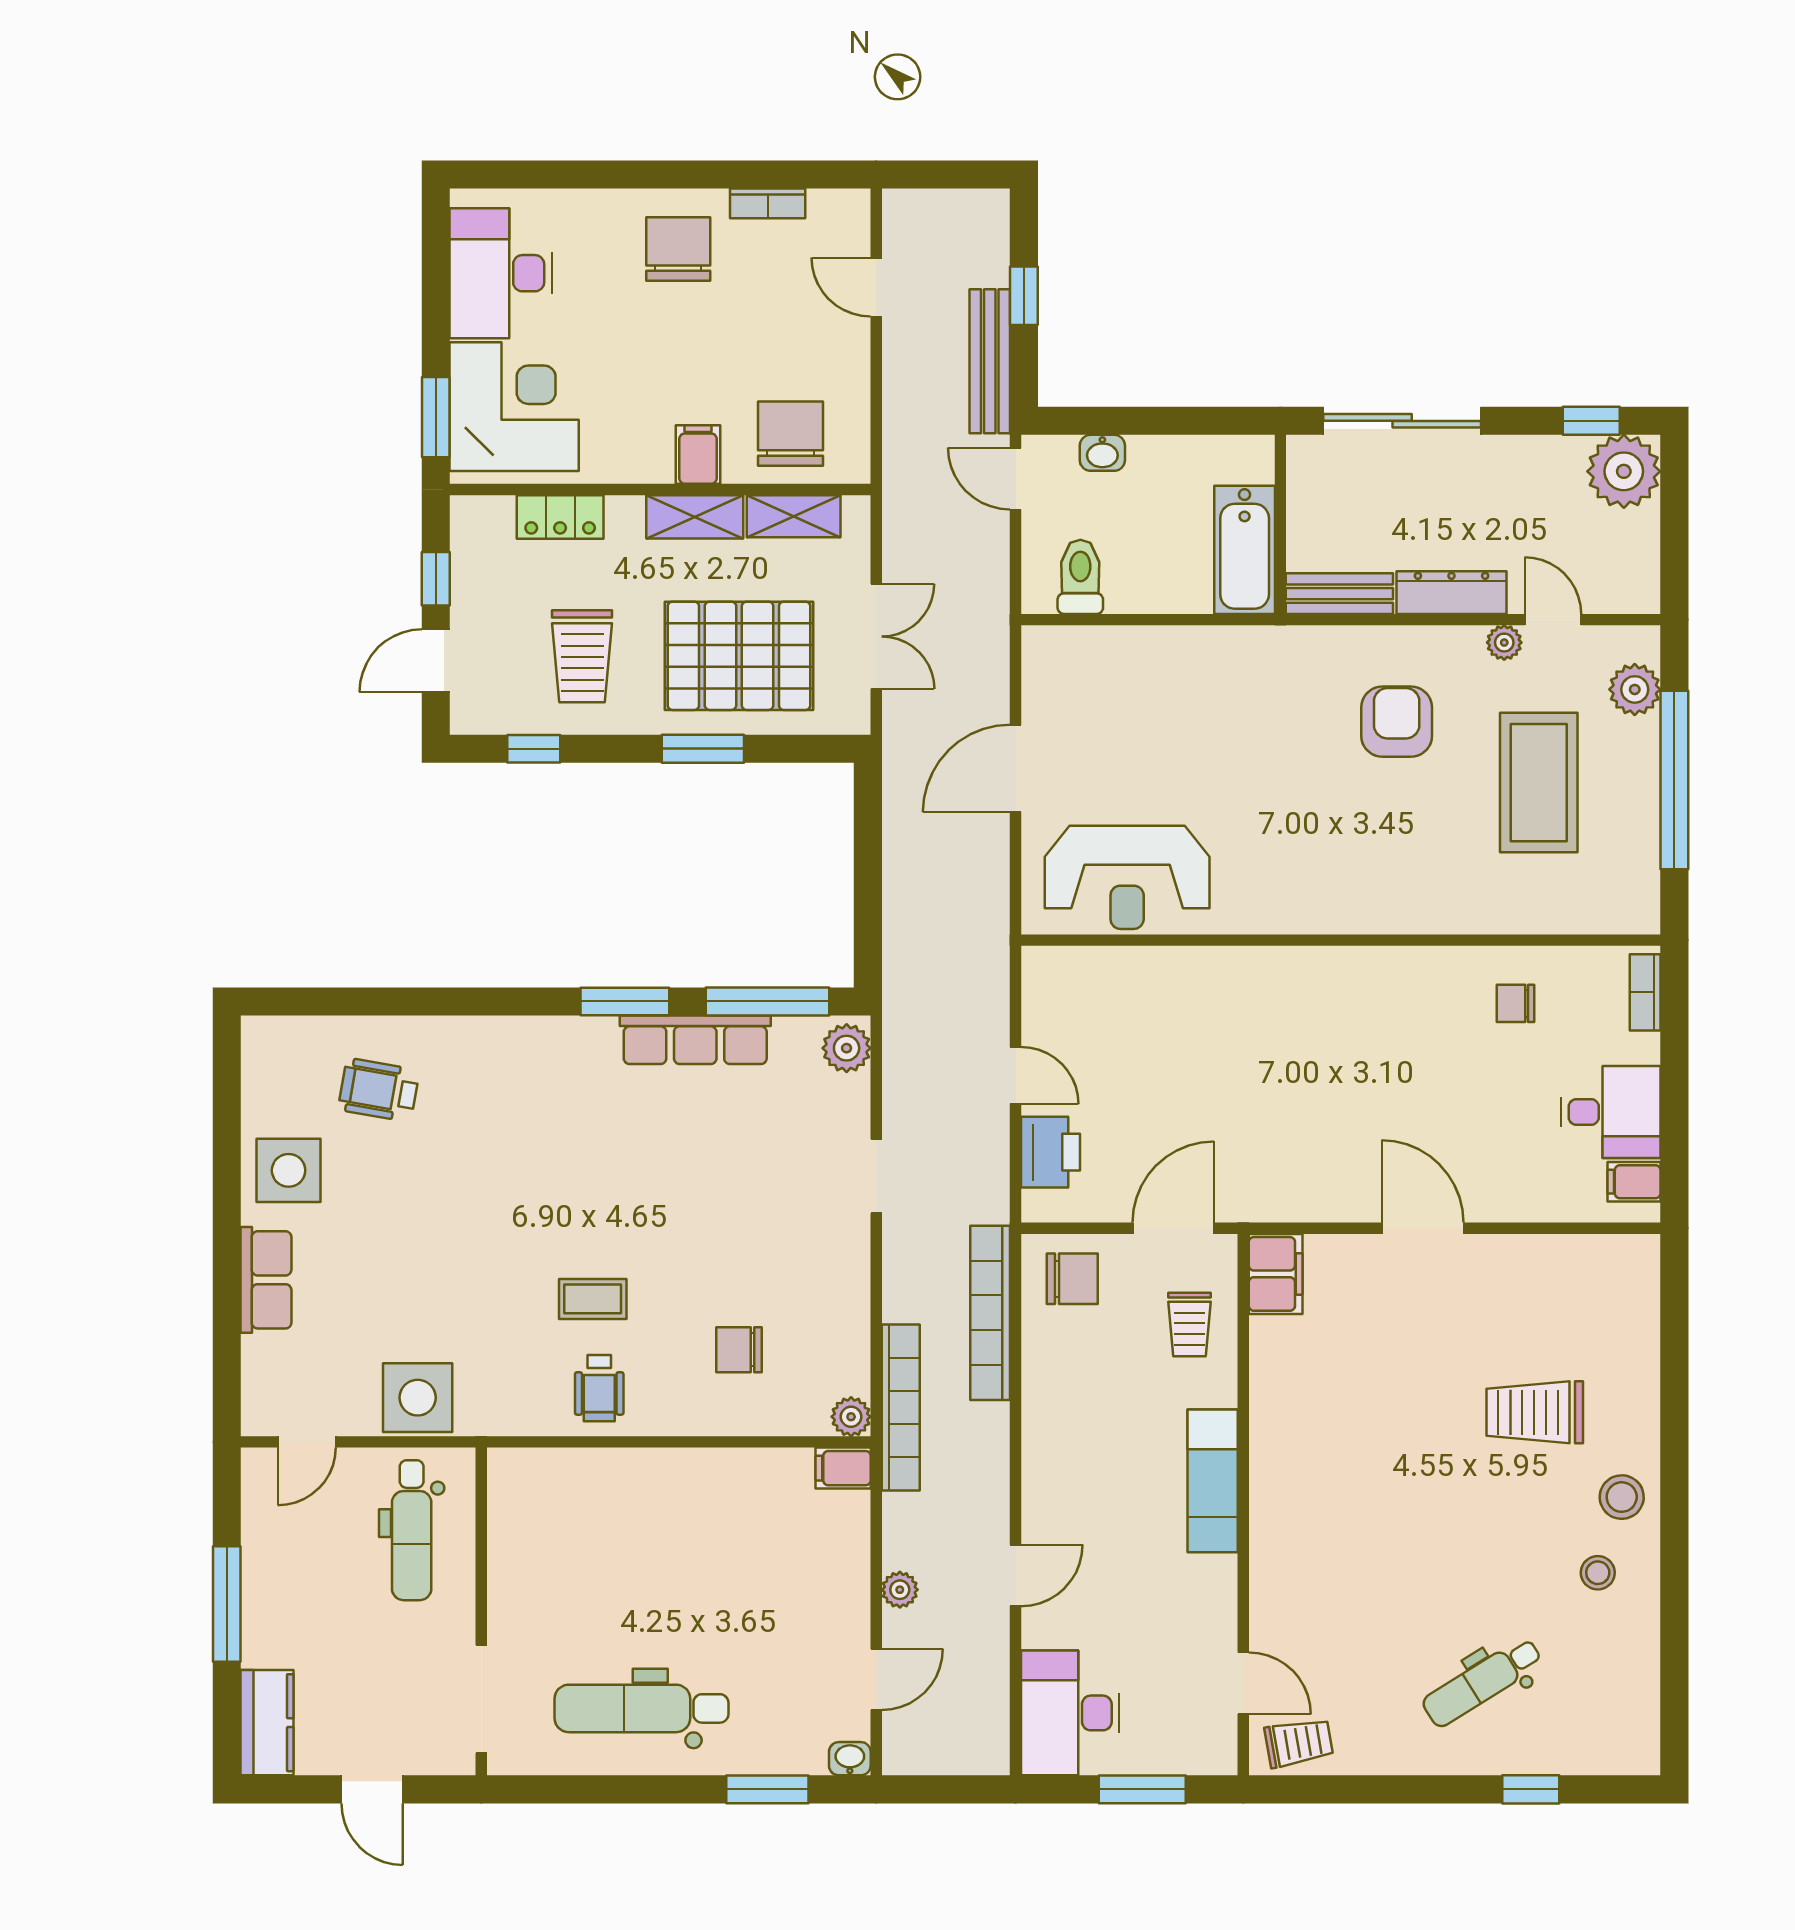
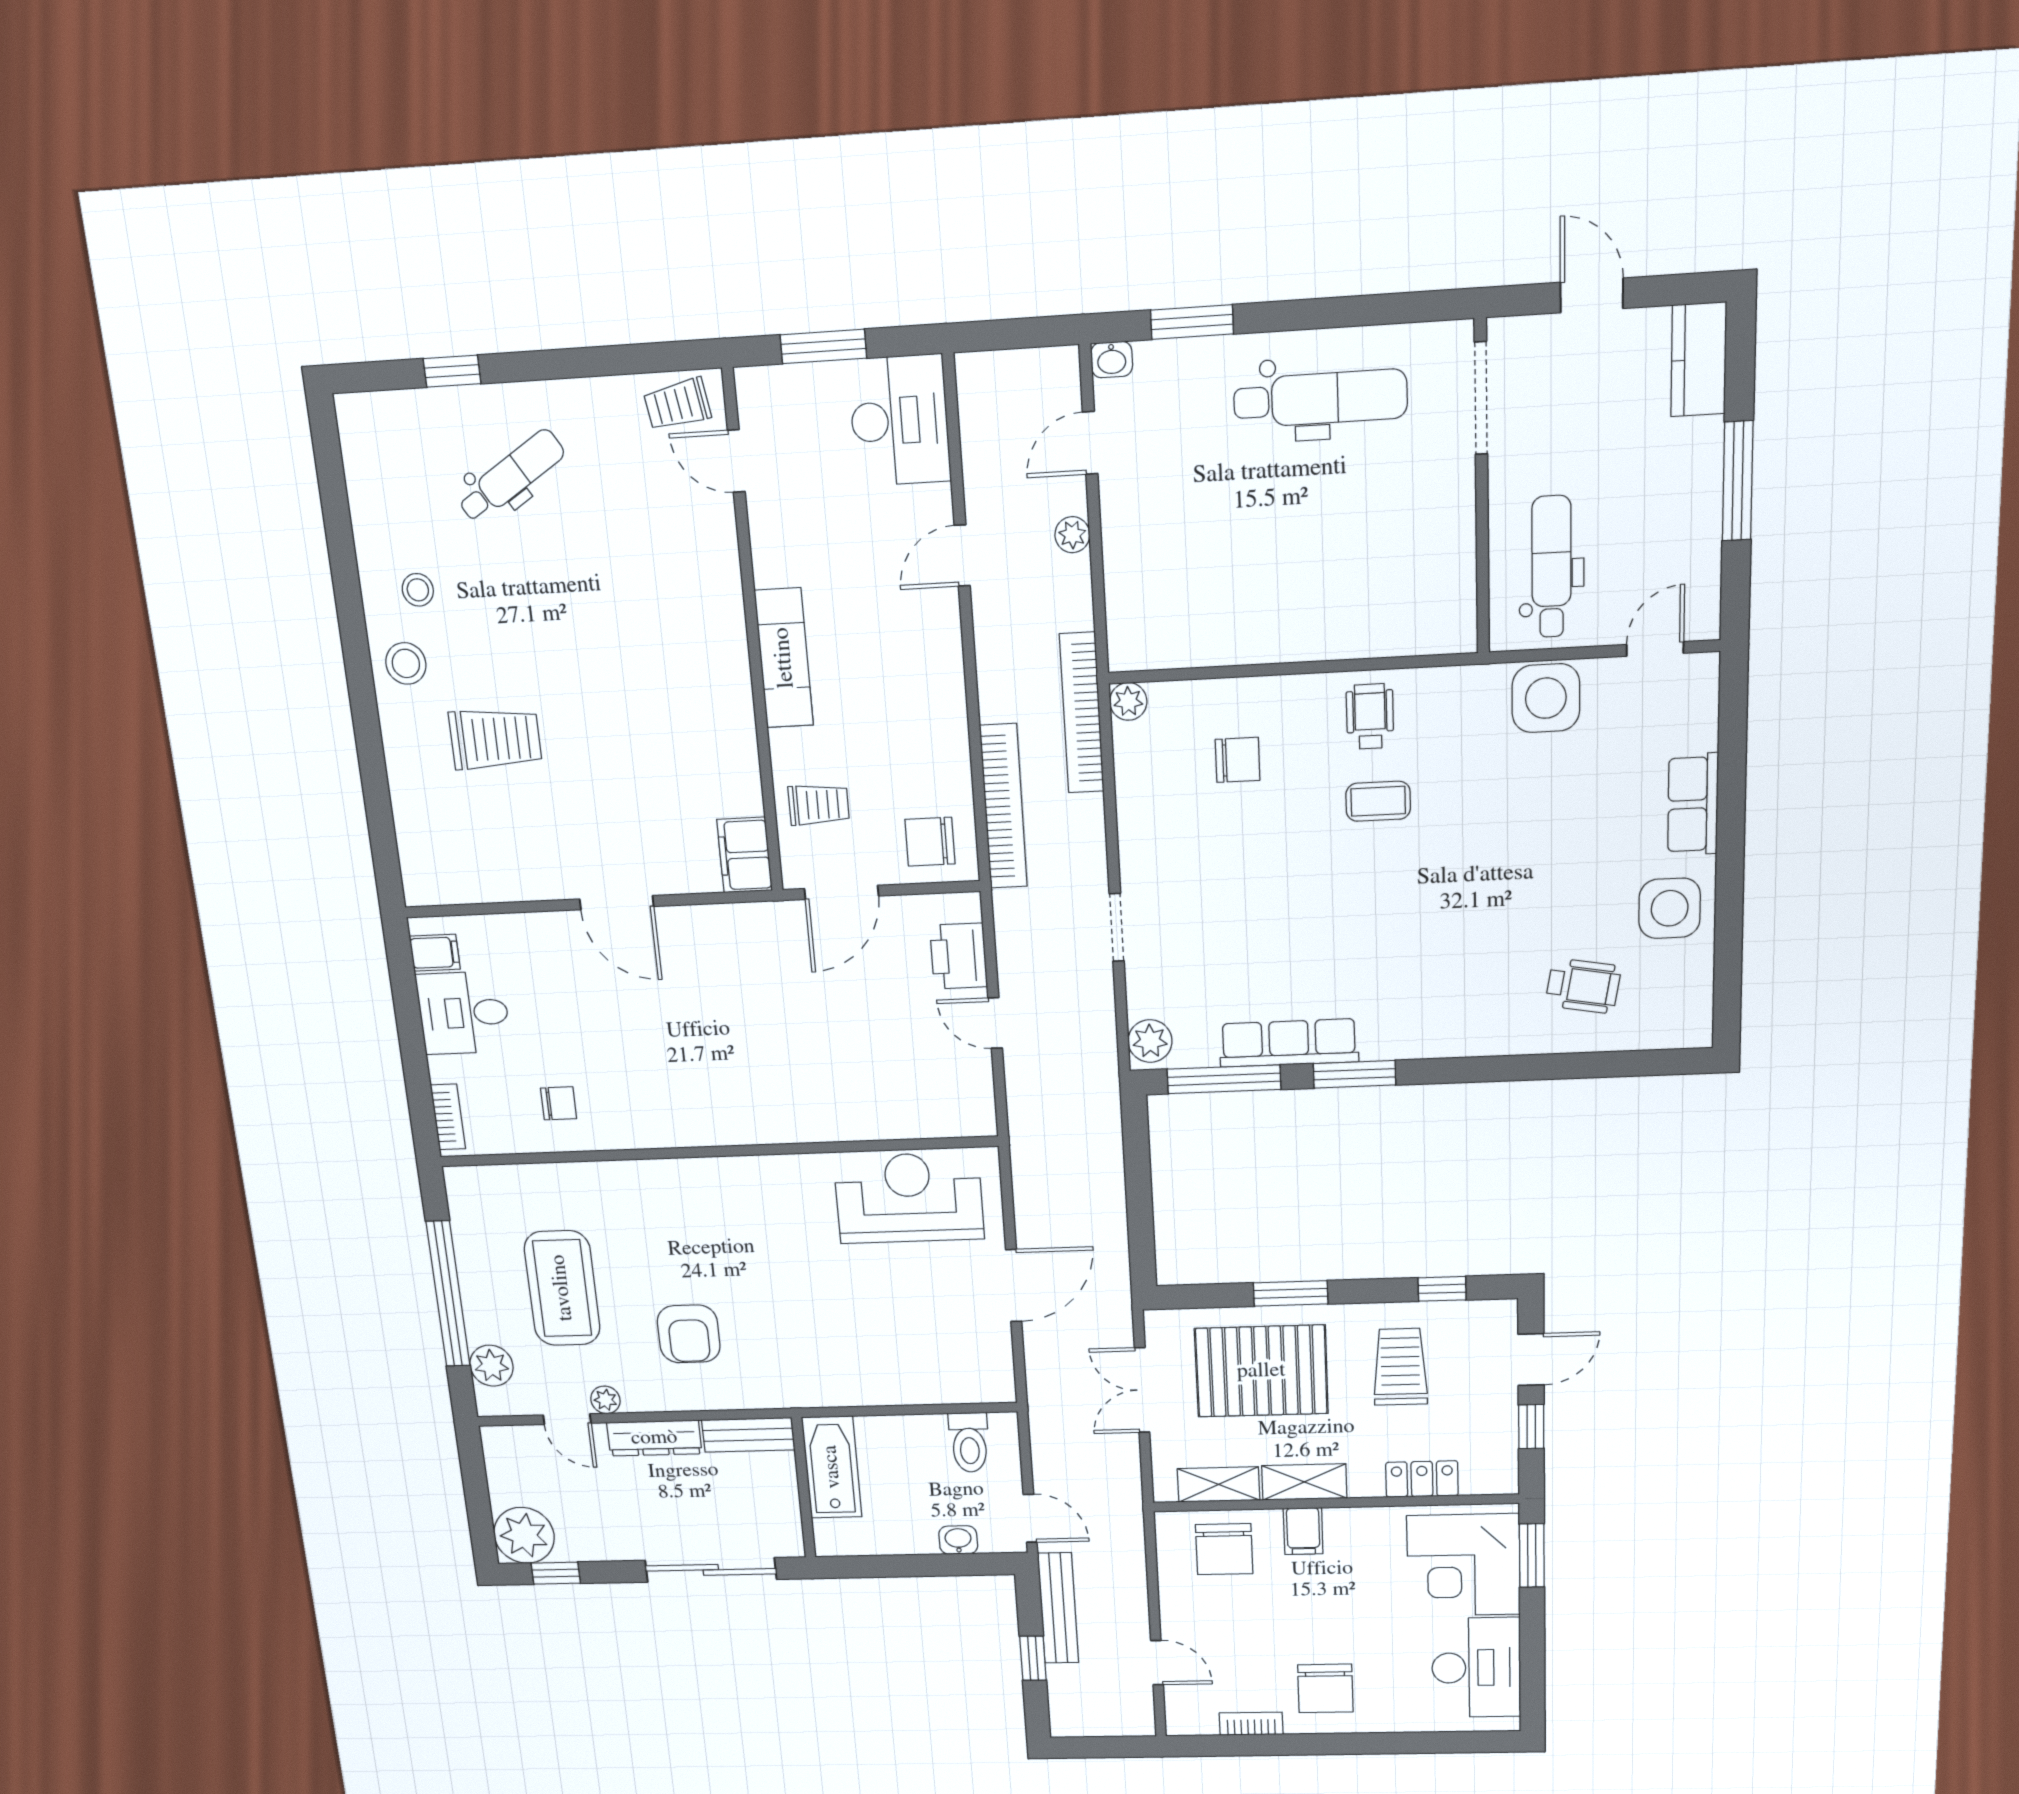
trolley: (1190, 1324) -> (819, 805), turned 90
filing cabinet: (843, 1468) -> (1133, 651), removed

